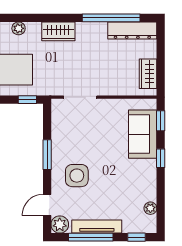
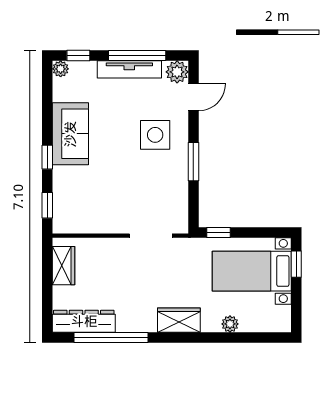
sofa: (143, 134) -> (70, 134), moved
plant: (150, 208) -> (61, 69), moved

